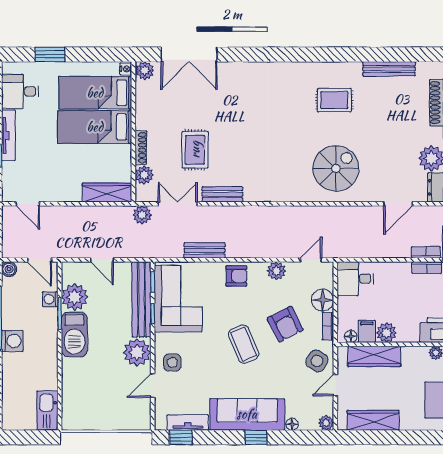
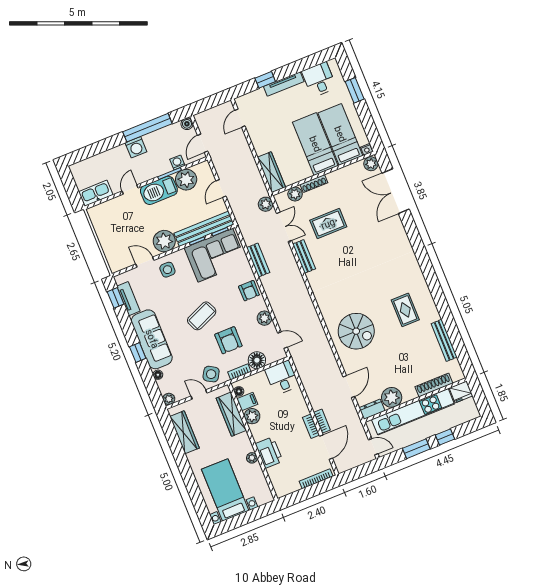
door: (398, 204) -> (349, 387), swing flipped
armchair: (285, 324) -> (228, 340), turned -63
door: (60, 368) -> (130, 190), added

